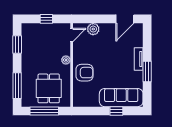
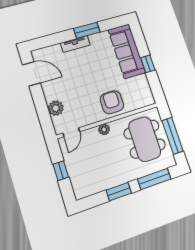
door: (72, 35) -> (71, 132), swing flipped
window: (17, 44) -> (119, 192), moved
dining table: (49, 88) -> (145, 139), width x1.38
window: (116, 111) -> (148, 64), moved

